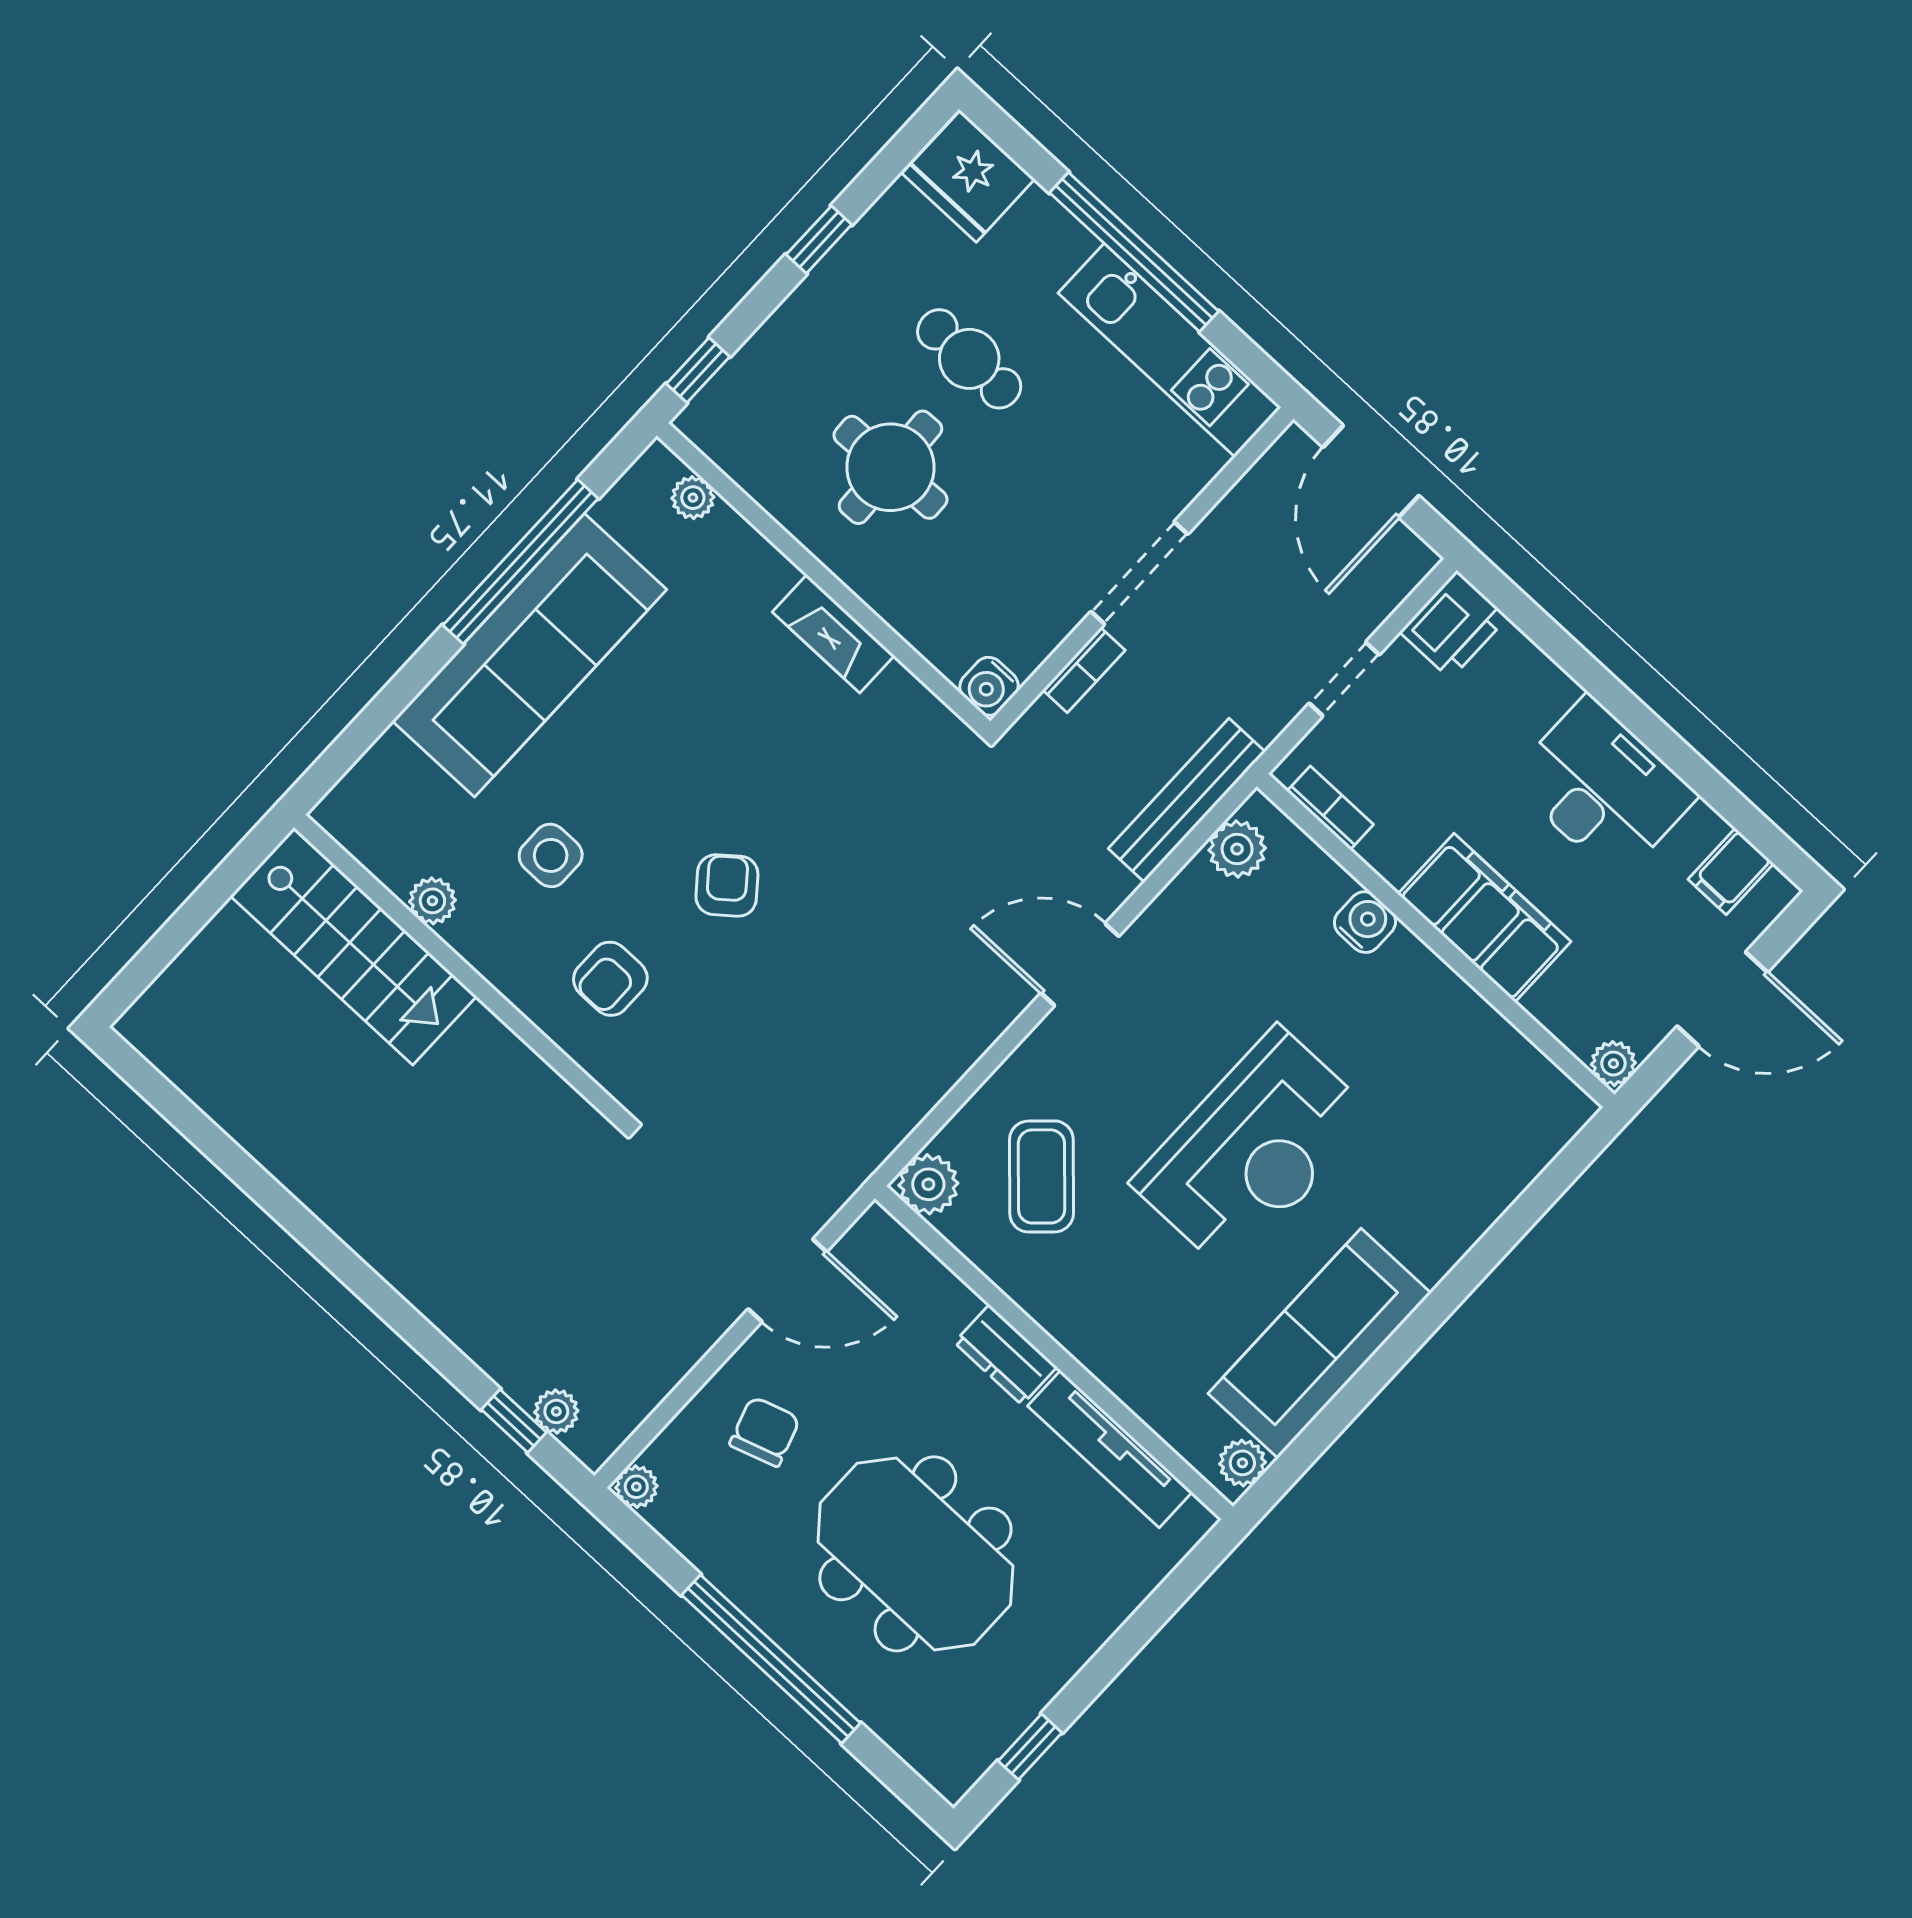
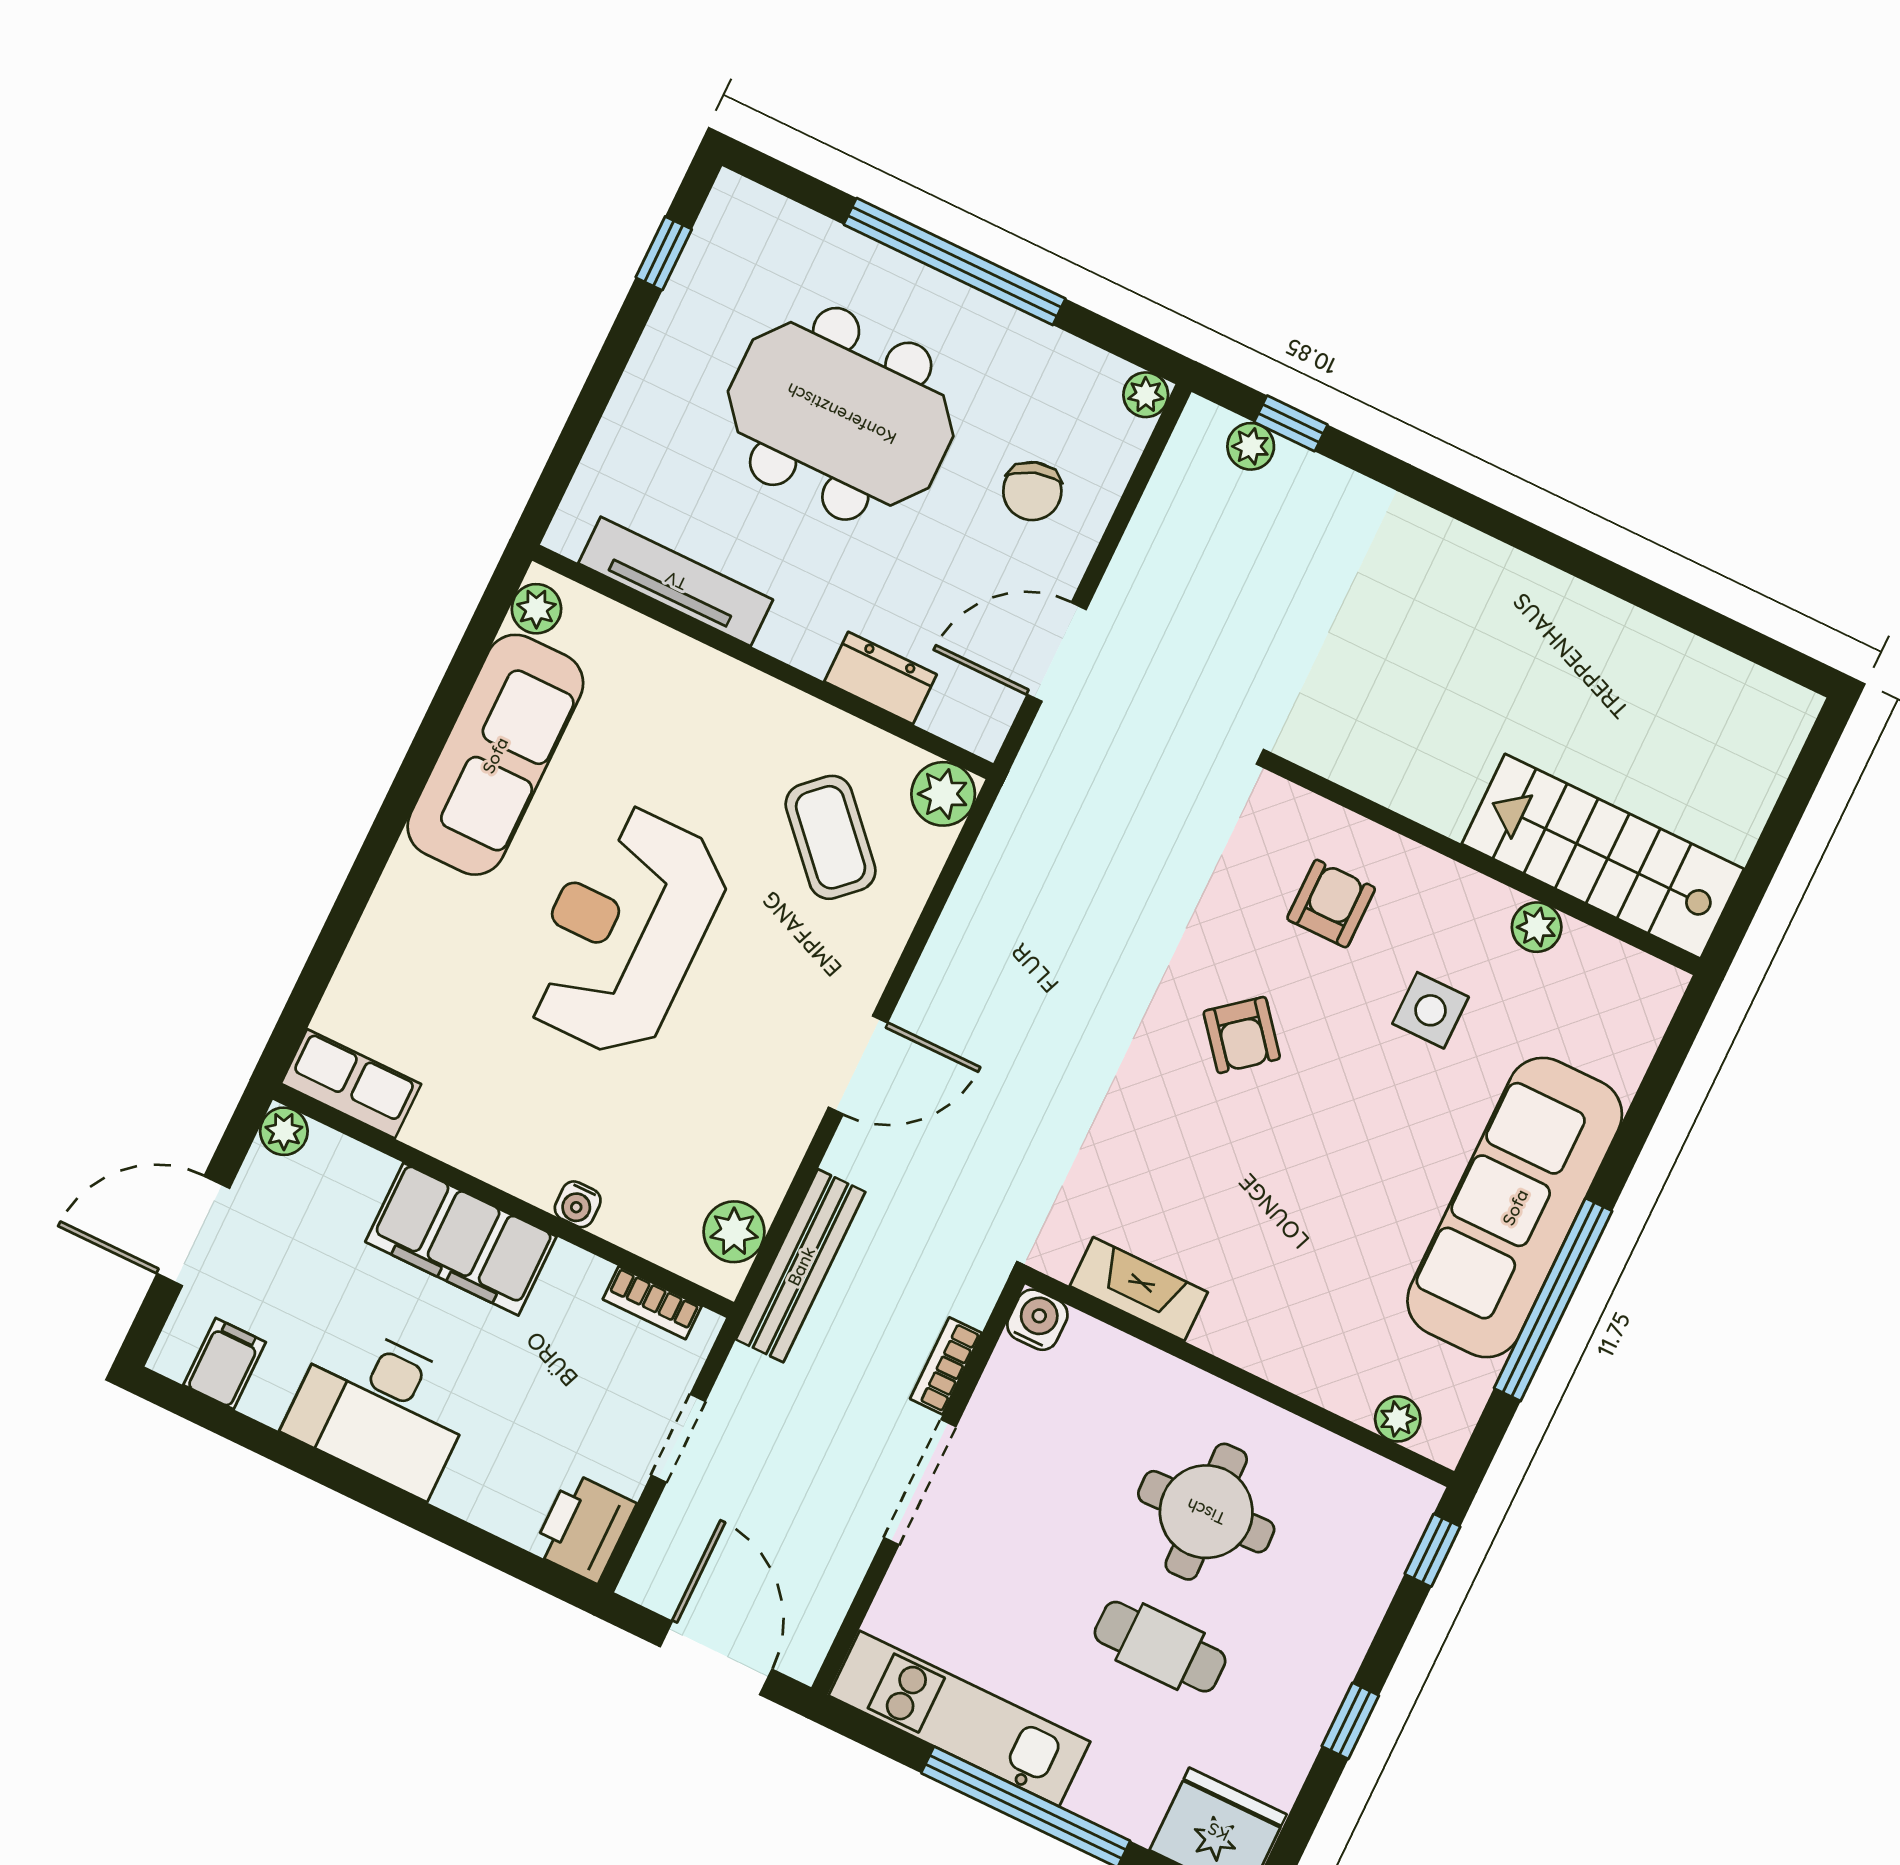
fireplace: (833, 634) -> (1139, 1289), moved
water cooler: (1365, 922) -> (578, 1204), width x0.72, depth x0.72
row of seats: (1540, 1088) -> (351, 1084), added
dresser: (1006, 1355) -> (880, 678), moved

